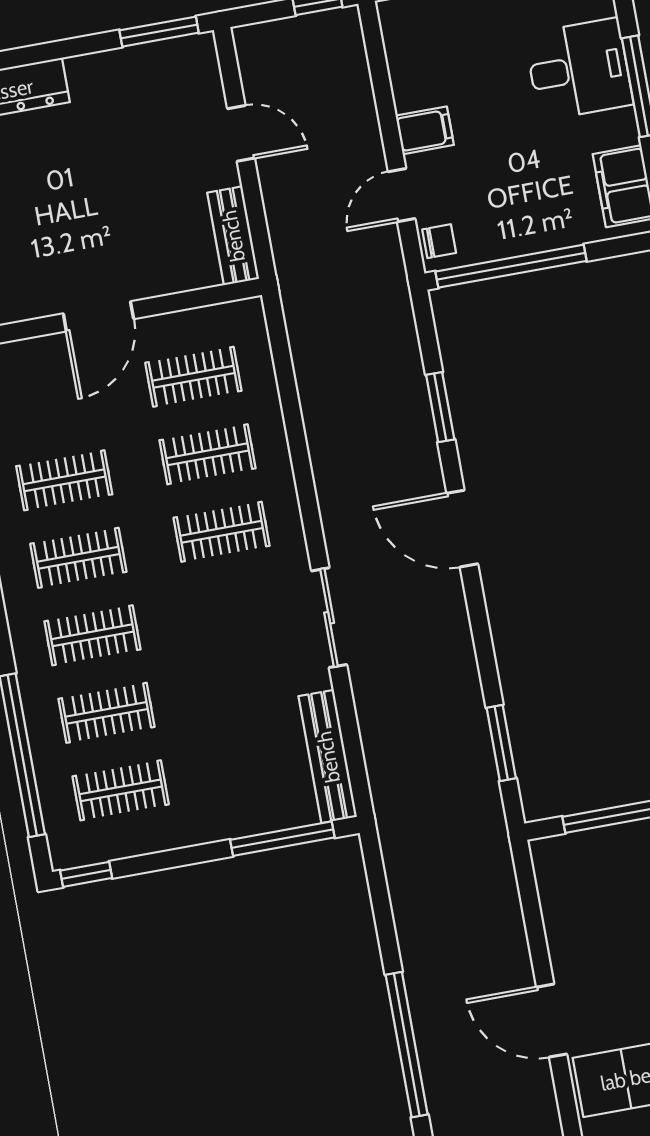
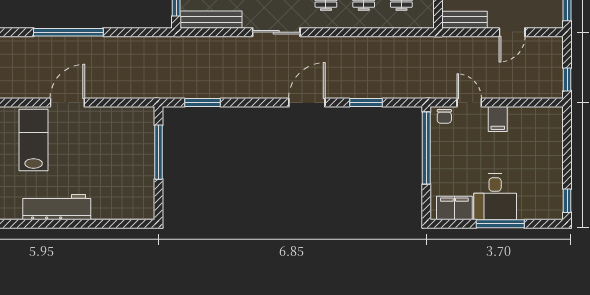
desk: (579, 69) -> (495, 197), moved

